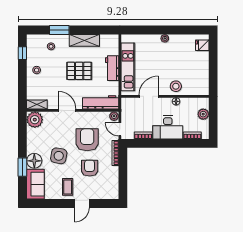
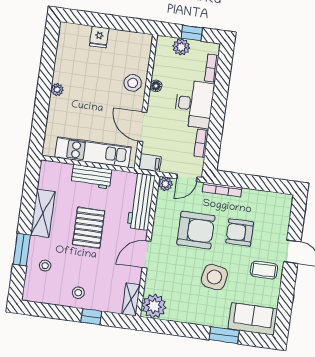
fridge: (202, 45) -> (99, 37), moved
window: (22, 53) -> (91, 317), moved
filing cabinet: (126, 104) -> (150, 163), added
window: (213, 120) -> (192, 33), added
armchair: (87, 140) -> (196, 230), turned 180
floor lamp: (34, 161) -> (217, 316), removed

